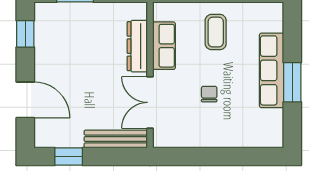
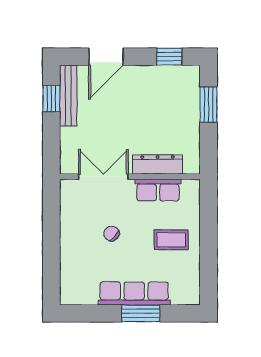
window: (292, 82) -> (141, 313), moved
chair: (209, 94) -> (111, 234), turned -139
bench: (116, 139) -> (68, 96), moved

